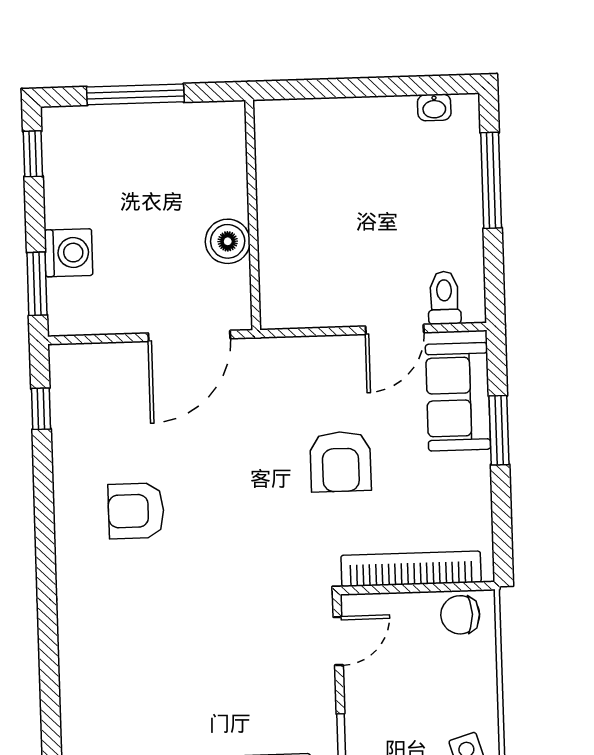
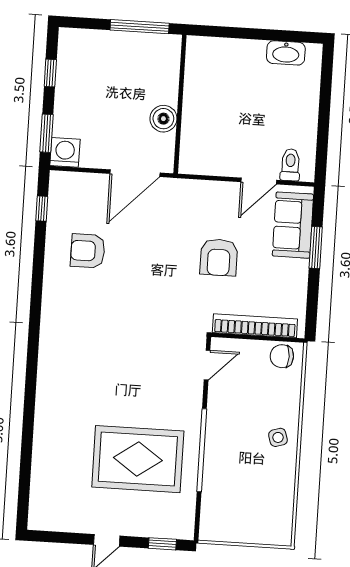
window: (135, 94) -> (140, 27), moved
washbasin: (434, 107) -> (286, 53), width x1.91, depth x1.45
window: (33, 154) -> (50, 73), moved
window: (491, 180) -> (325, 97), removed
washing machine: (69, 253) -> (65, 152), moved, turned -90
armchair: (136, 511) -> (88, 251), moved

